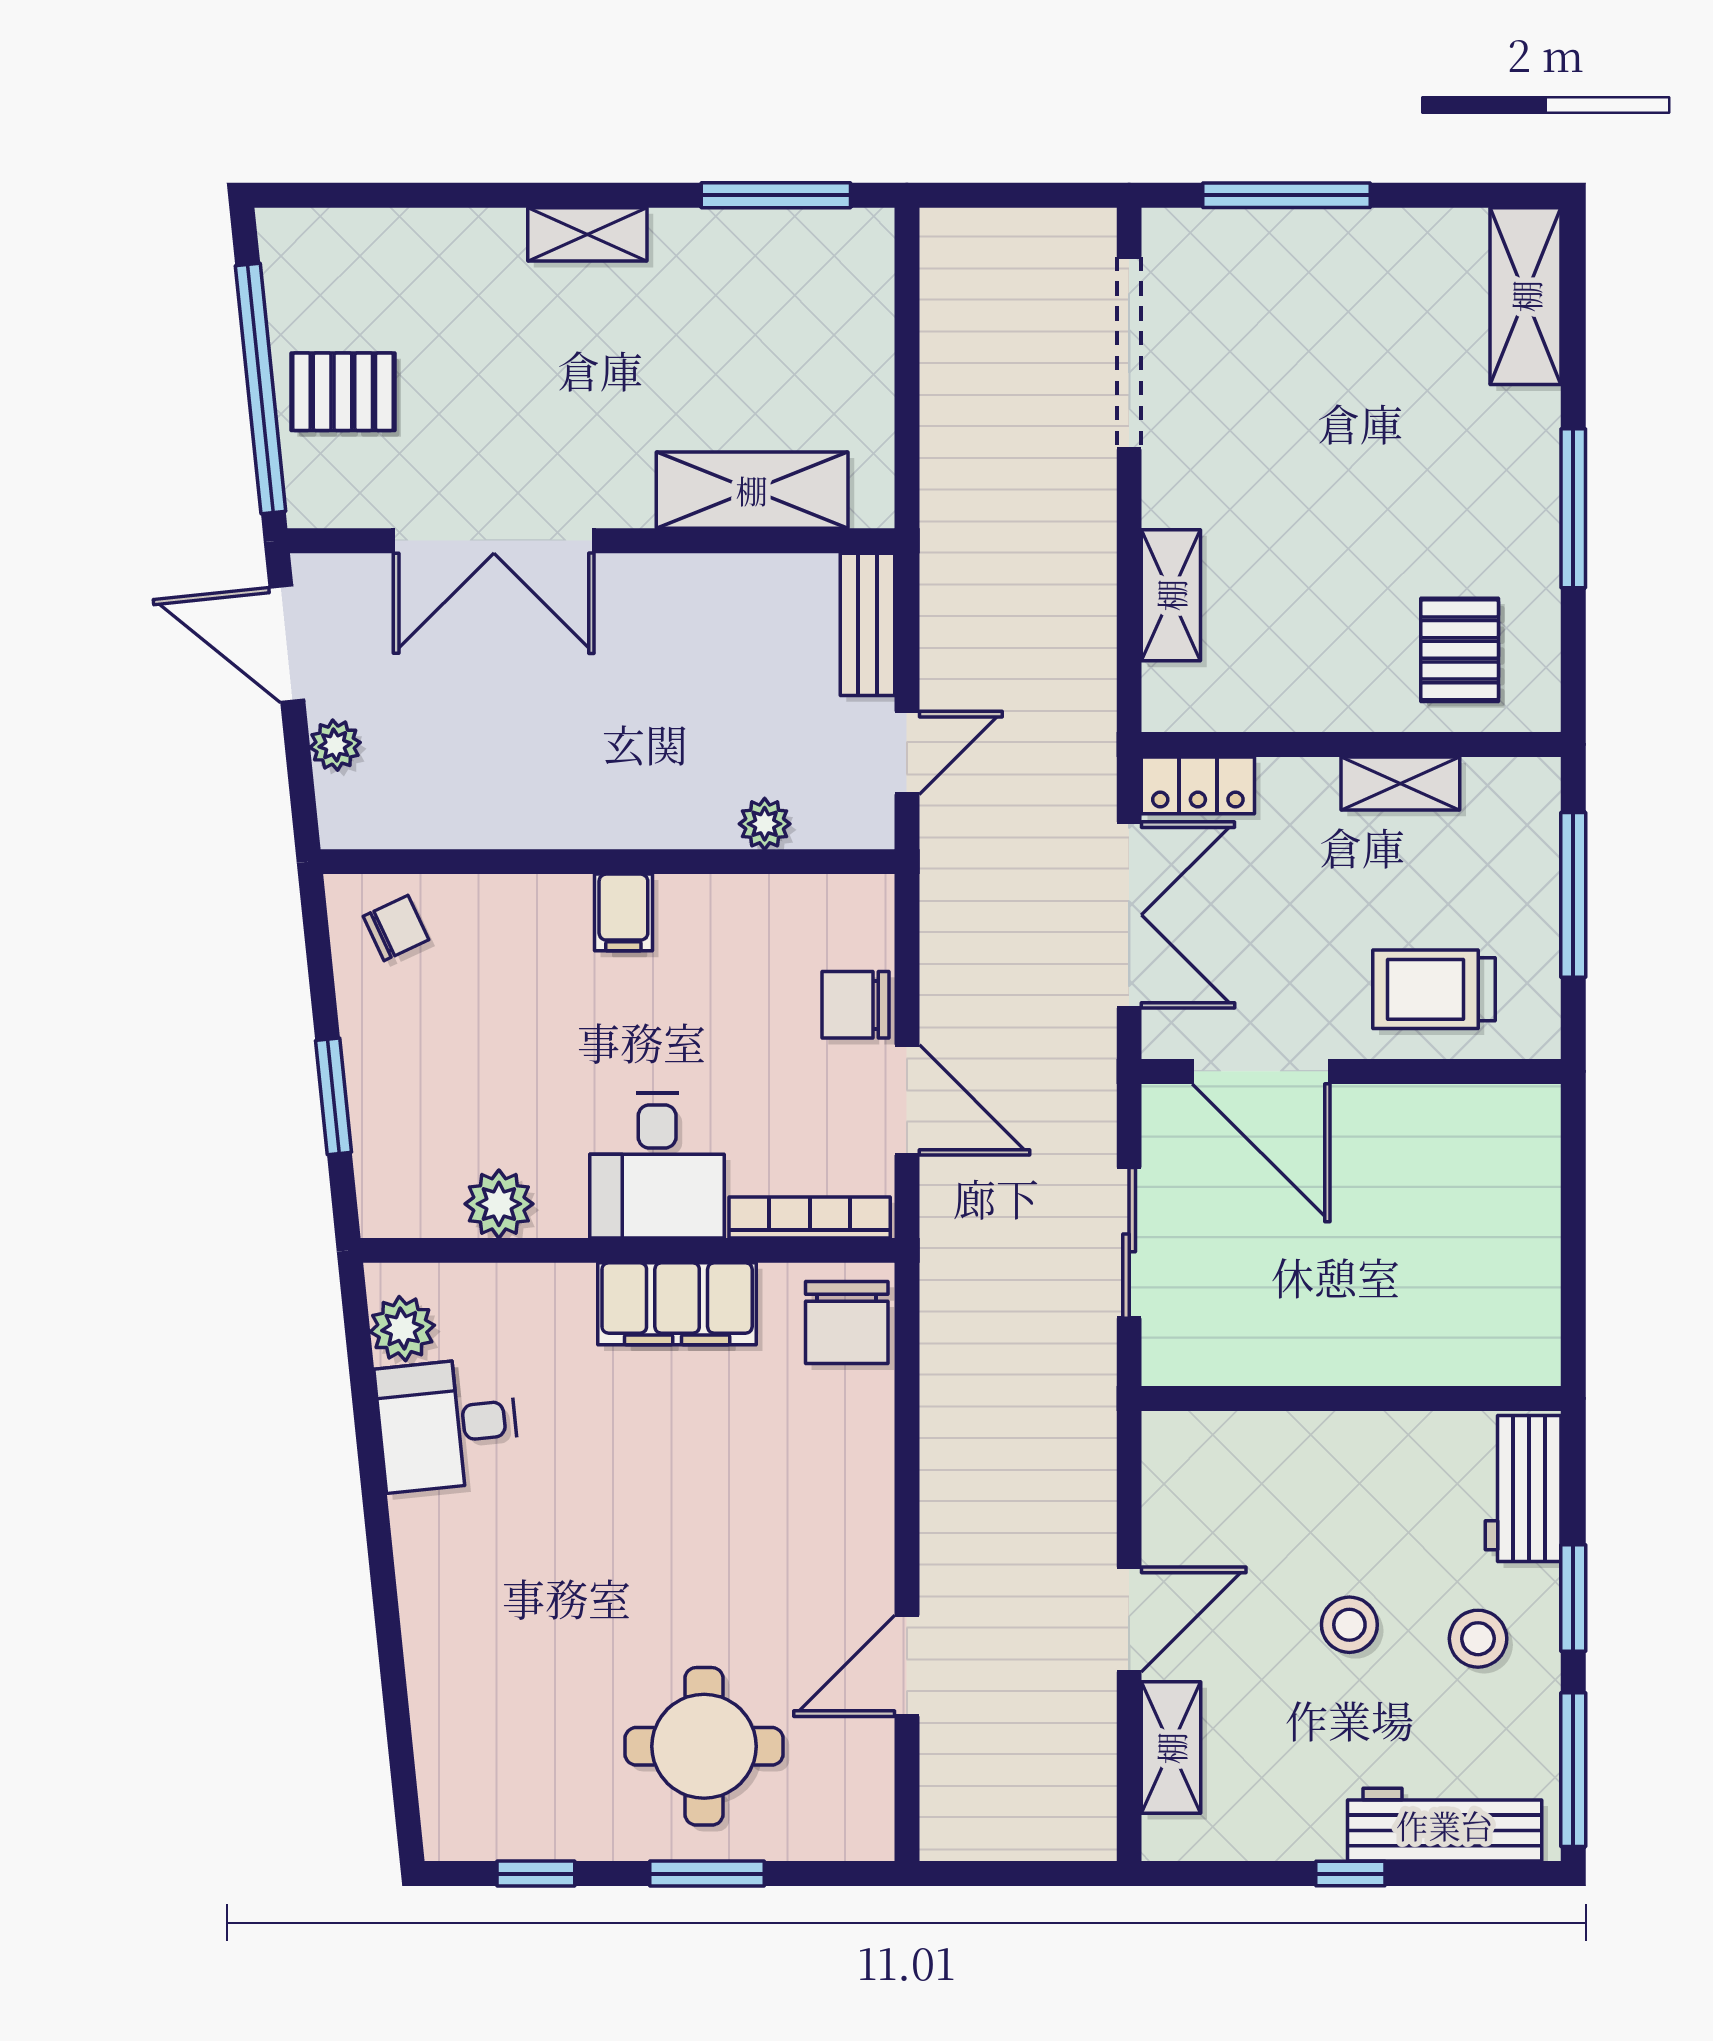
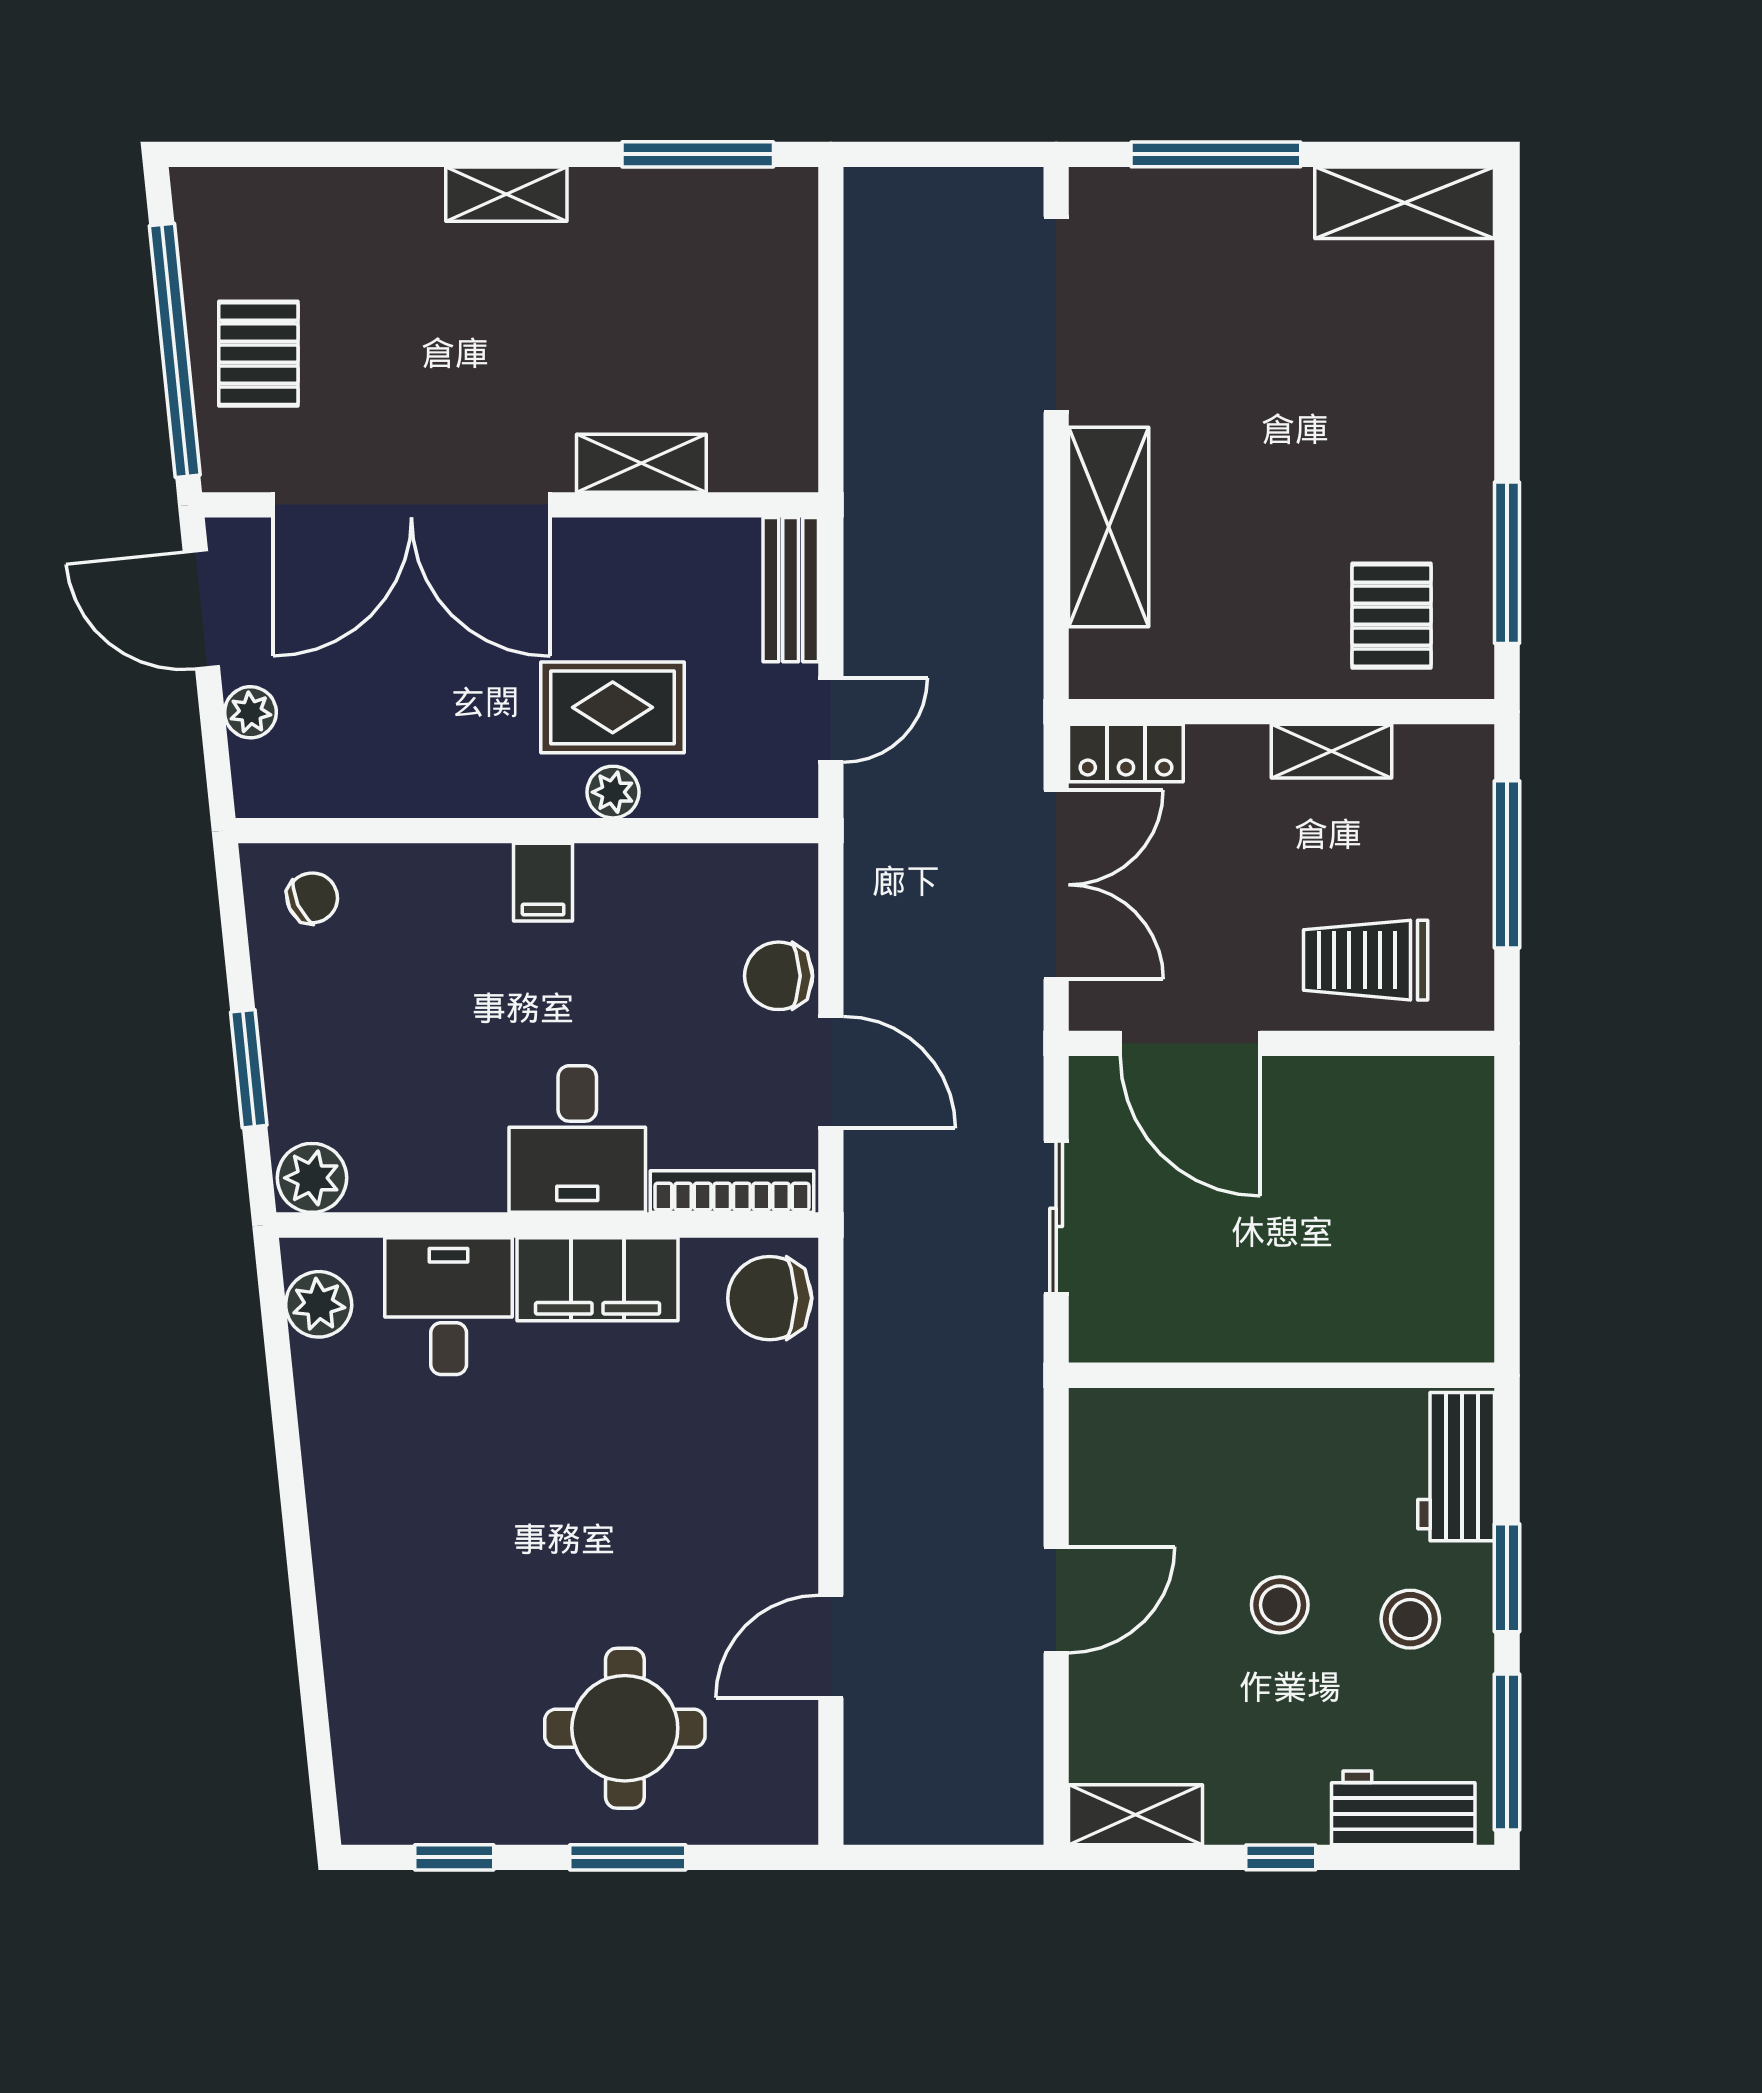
shelving: (1526, 296) -> (1405, 203), moved, turned 90
pallet: (343, 392) -> (258, 354), turned 90
shelving: (752, 490) -> (641, 463), width x0.67, depth x0.75
window: (1573, 508) -> (1507, 563), moved
double door: (494, 541) -> (411, 505), width x1.36
shelving: (1171, 595) -> (1109, 527), width x1.50, depth x1.33
rug: (692, 740) -> (613, 707), added
plant: (765, 824) -> (613, 792), moved
plant: (499, 1204) -> (312, 1178), moved
chair: (847, 1322) -> (770, 1298), turned 90
desk: (448, 1424) -> (449, 1306), moved, turned 96
shelving: (1171, 1748) -> (1135, 1815), moved, turned 90
workbench: (1445, 1825) -> (1403, 1808), width x0.73

